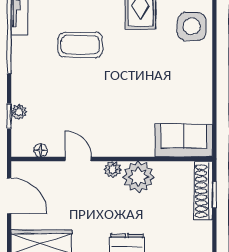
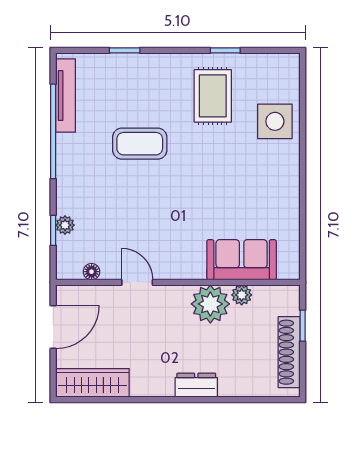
sofa: (184, 140) -> (242, 260), moved
plant: (113, 169) -> (242, 295), moved
shoe rack: (203, 191) -> (289, 352), moved
door: (9, 196) -> (53, 327), hinge flipped

